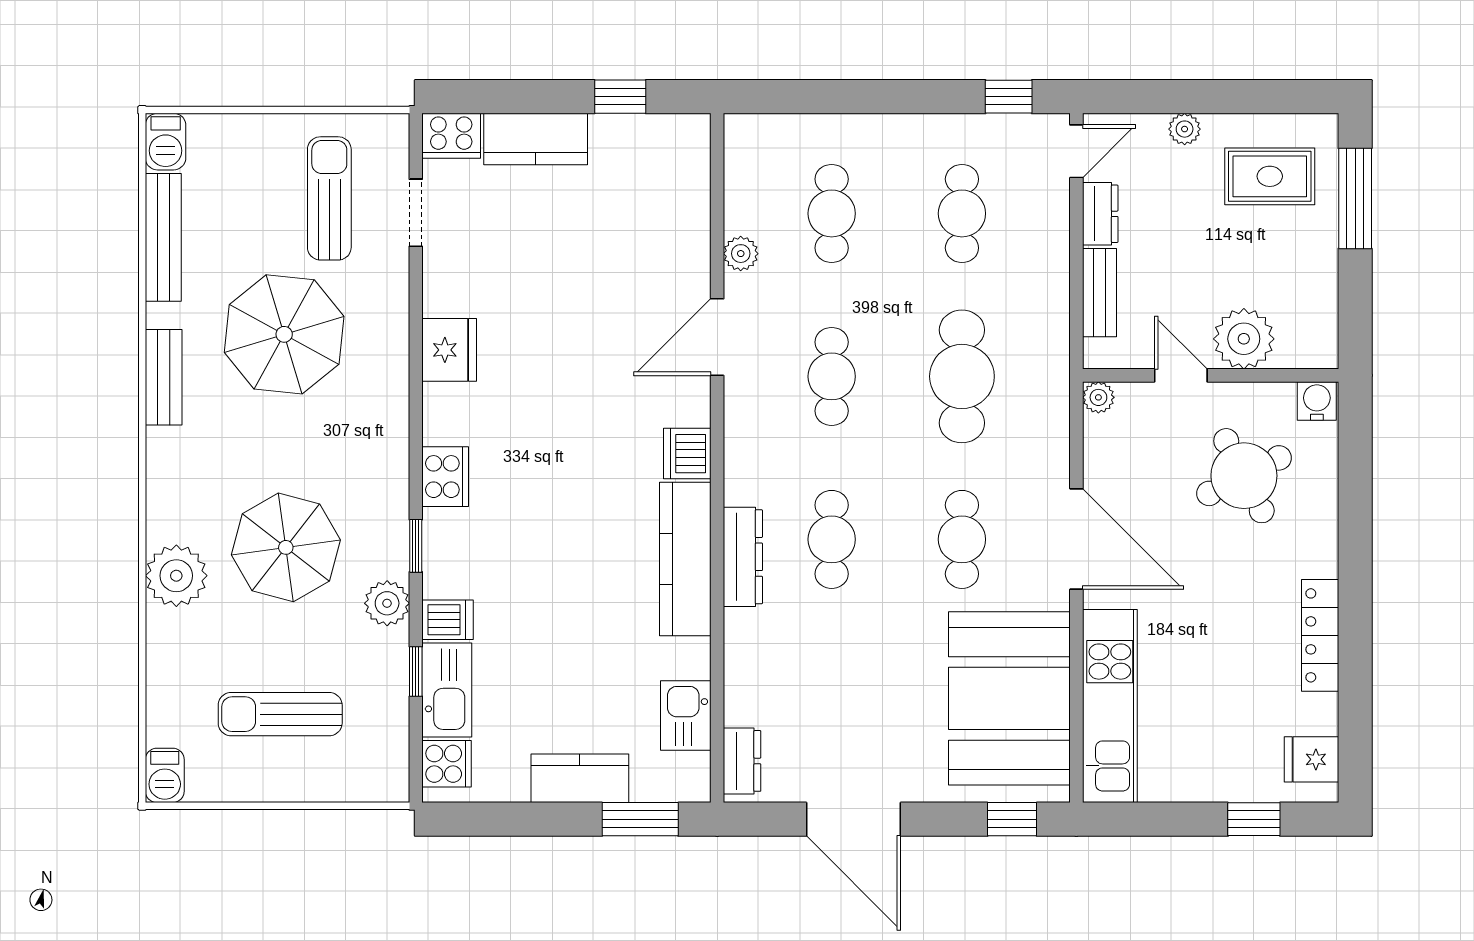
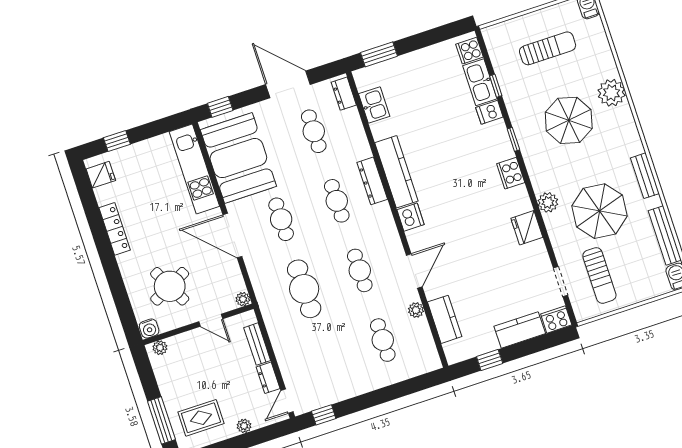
cafe table: (962, 213) -> (314, 131), moved
plant: (1244, 339) -> (160, 348), moved, width x0.53, depth x0.53
plant: (387, 603) -> (548, 202), moved
kitchen counter: (580, 778) -> (445, 319), moved, turned -90

